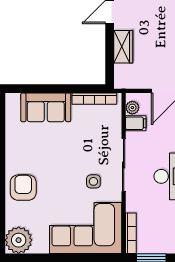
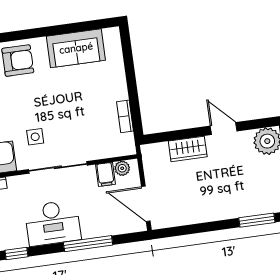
bookcase: (94, 99) -> (125, 116), width x0.64
sofa: (46, 107) -> (76, 48), moved, turned -90

